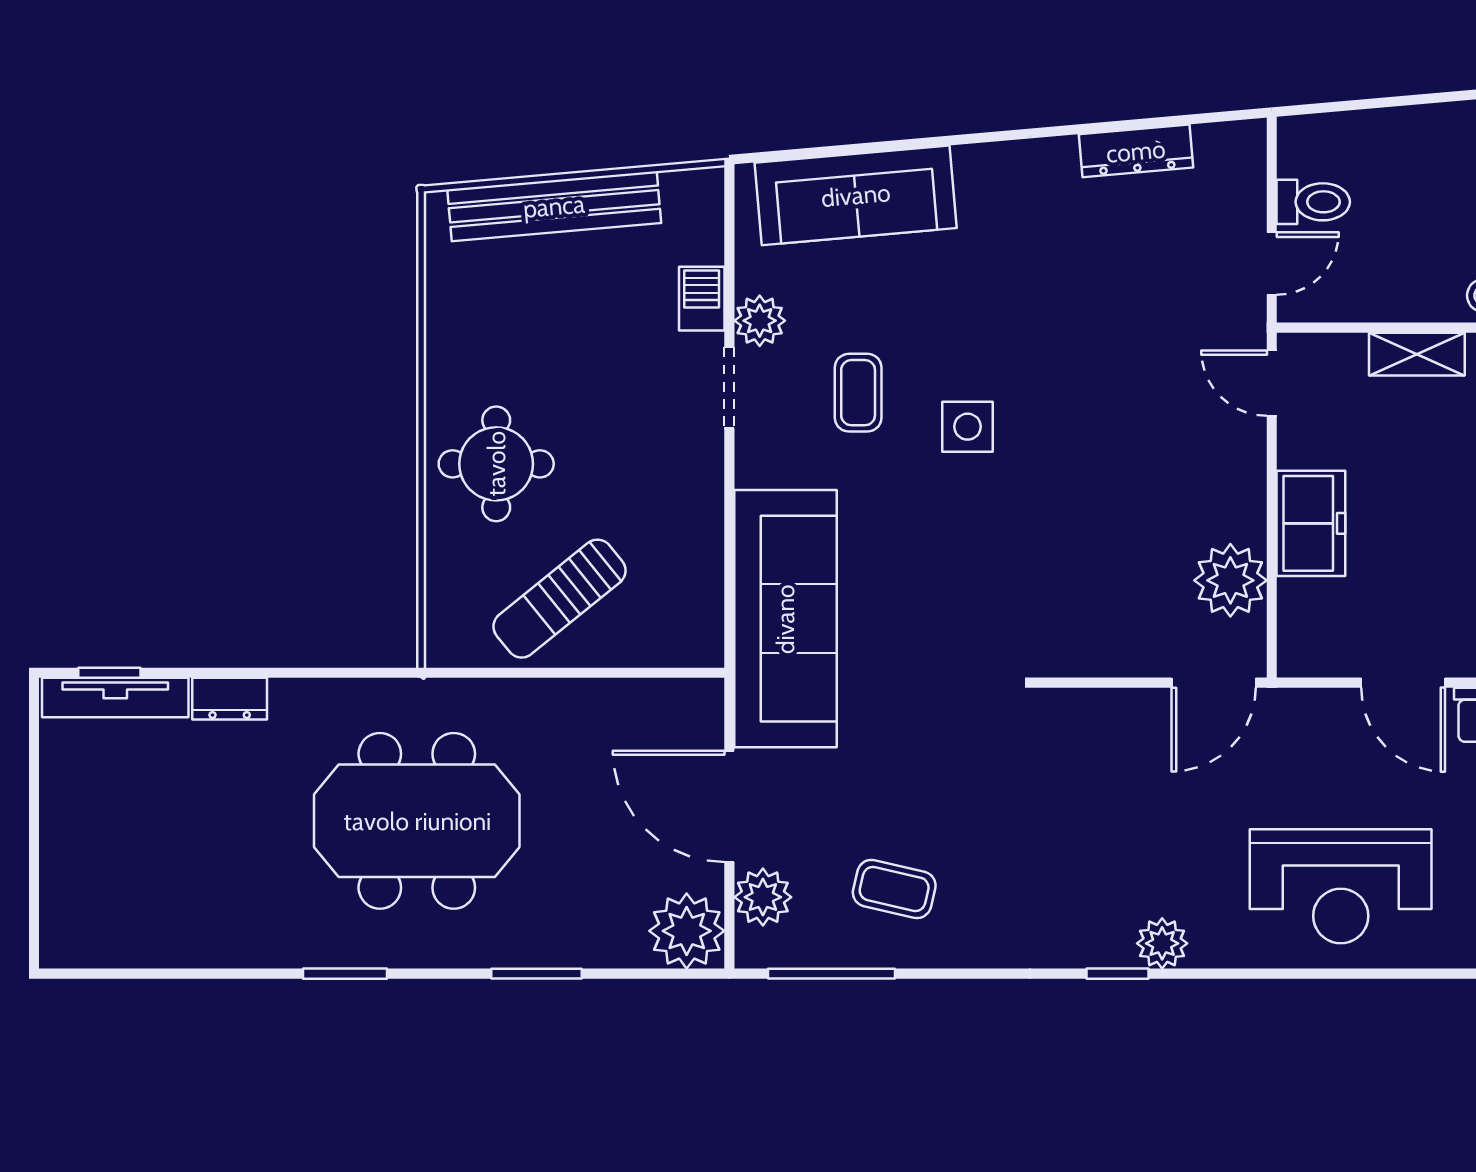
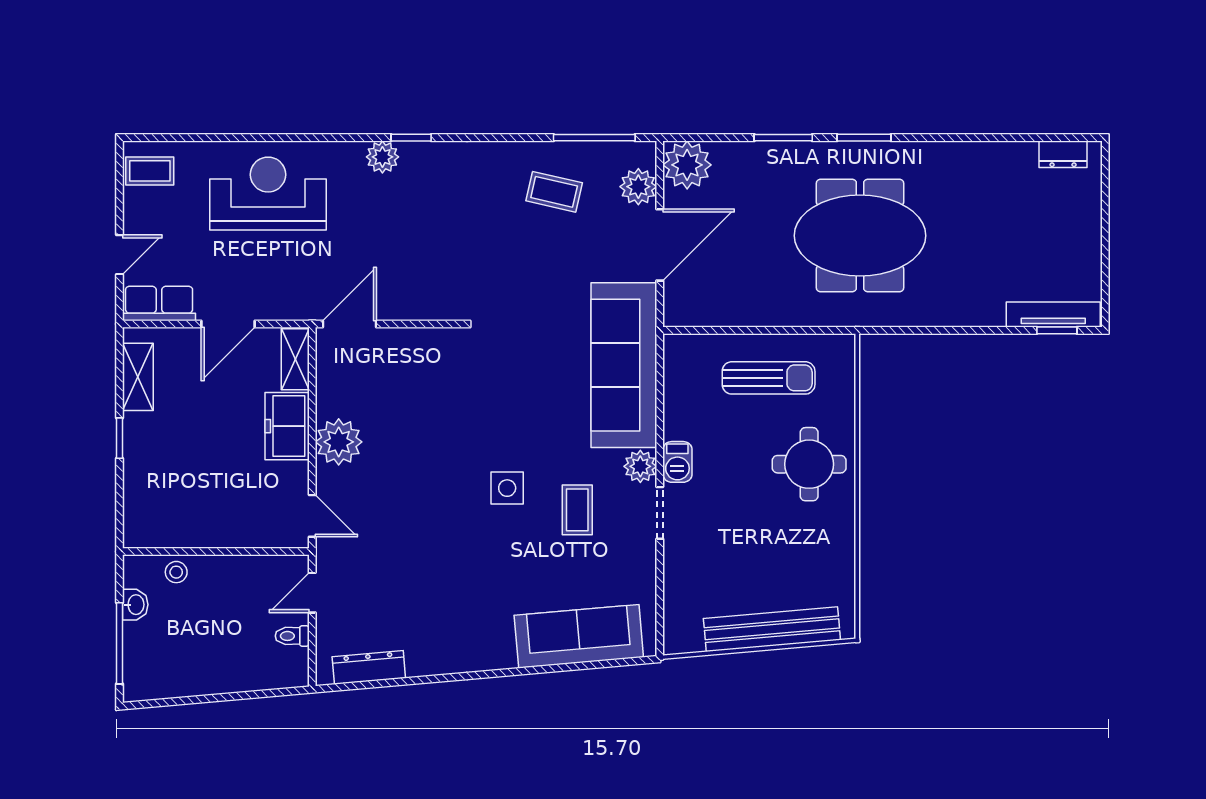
dresser: (1136, 151) -> (369, 667), moved
toilet: (1313, 202) -> (292, 636), width x0.73, depth x0.72
barbecue: (702, 299) -> (677, 462), moved
plant: (760, 321) -> (640, 466), moved
shelving: (1417, 354) -> (295, 359), moved, turned 90
plant: (1230, 580) -> (339, 442), moved
sun lounger: (559, 599) -> (769, 378), turned 39
door: (1403, 683) -> (228, 324), swing flipped
dresser: (230, 699) -> (1063, 154), moved, turned 180
door: (729, 806) -> (660, 245), hinge flipped
window: (345, 974) -> (864, 138), moved

